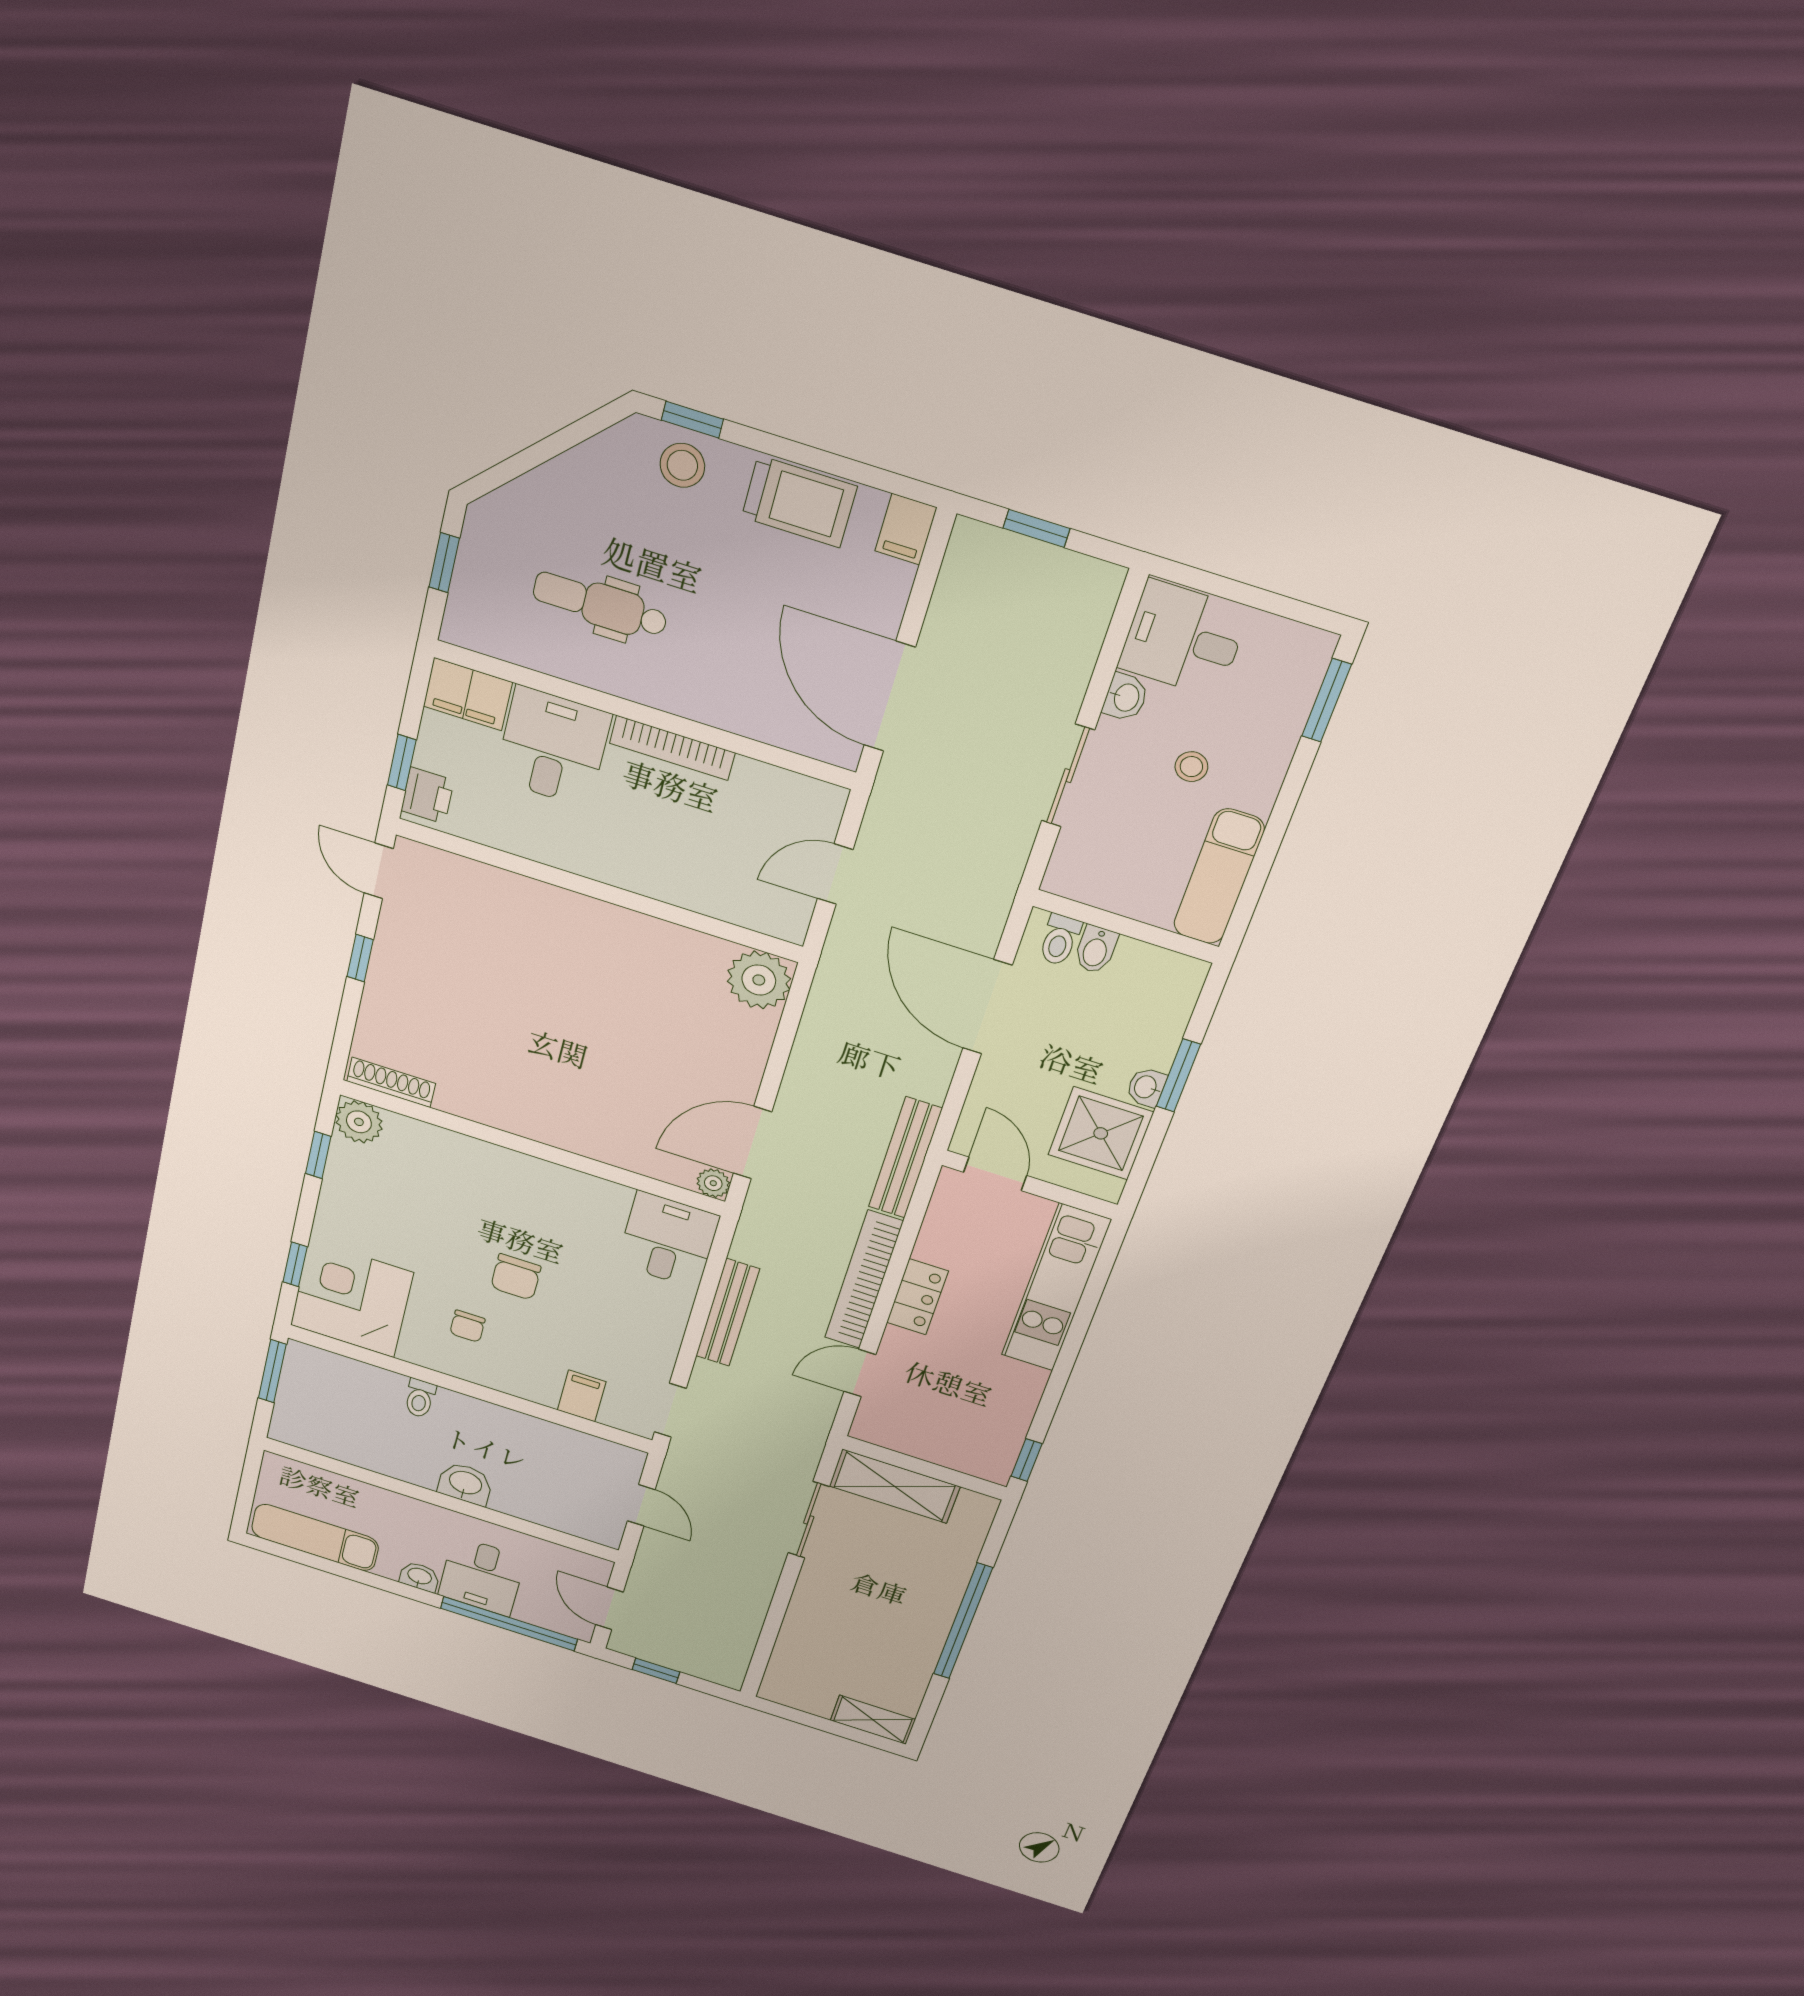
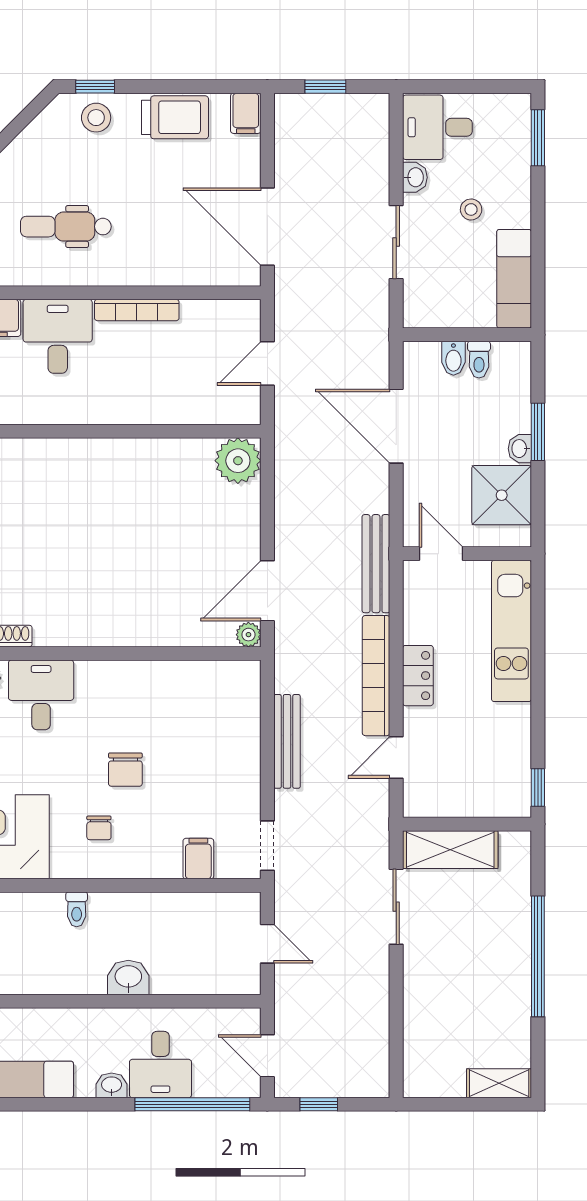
toilet: (1060, 940) -> (479, 360), moved
desk: (668, 1240) -> (41, 695), moved

